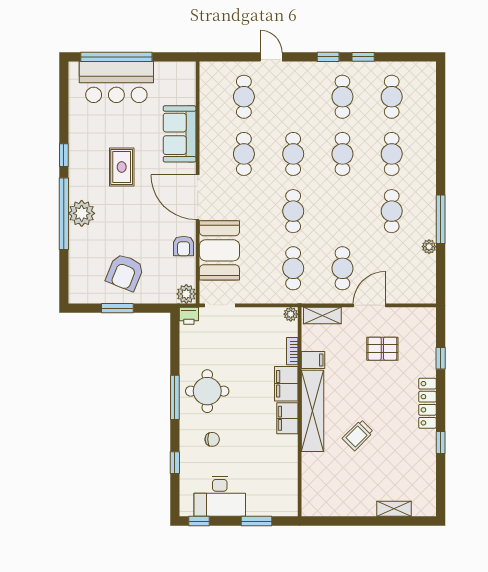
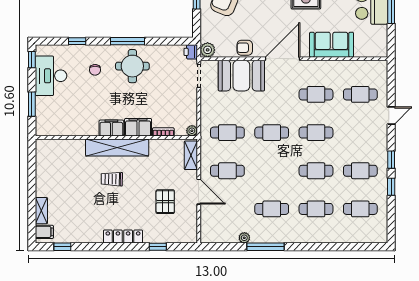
filing cabinet: (313, 360) -> (44, 232), moved, turned -90
trolley: (358, 435) -> (112, 179), moved, turned -44
window: (441, 442) -> (62, 247), moved

